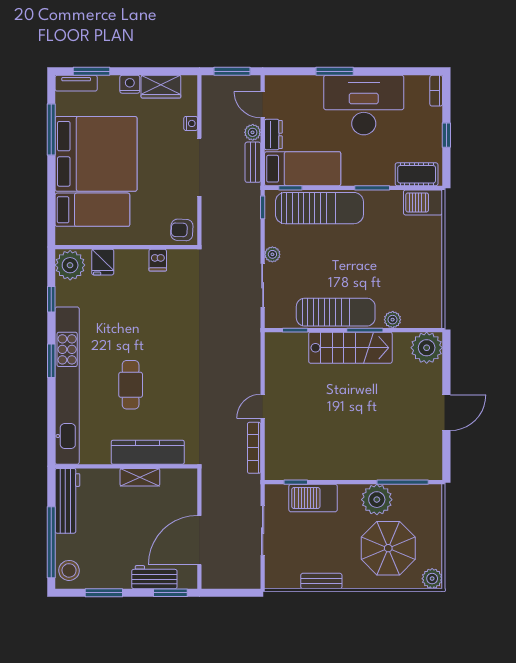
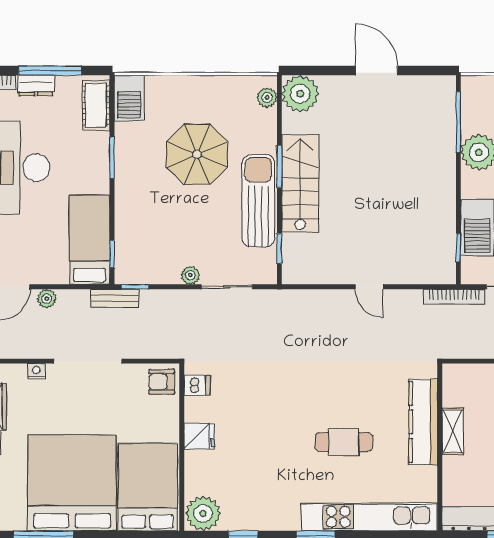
dresser: (273, 134) -> (36, 85), moved, turned 180
window: (446, 135) -> (50, 71), width x2.17
bench: (253, 162) -> (115, 298), moved
sun lounger: (319, 208) -> (136, 220), removed
bed: (92, 210) -> (148, 487), width x1.50
armchair: (182, 230) -> (162, 382), turned 88
dishwasher: (158, 260) -> (197, 385), moved
parasol: (375, 260) -> (197, 154), added
fridge: (103, 262) -> (199, 436), moved
plant: (393, 320) -> (267, 97), moved
kitchen unit: (67, 386) -> (369, 517), width x0.73
bookcase: (254, 448) -> (454, 297), moved

